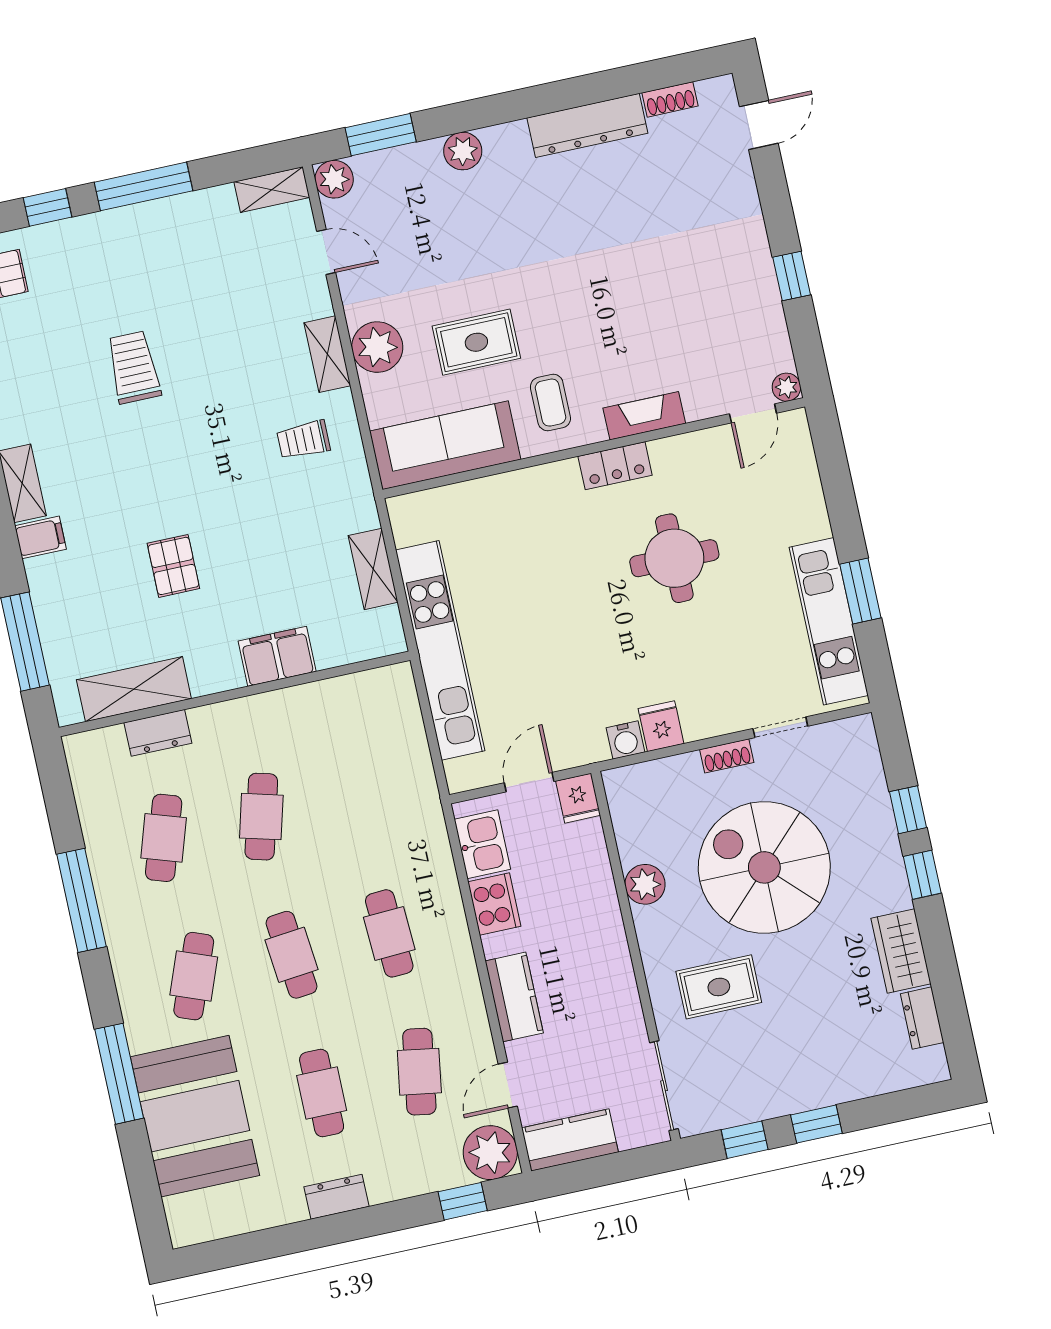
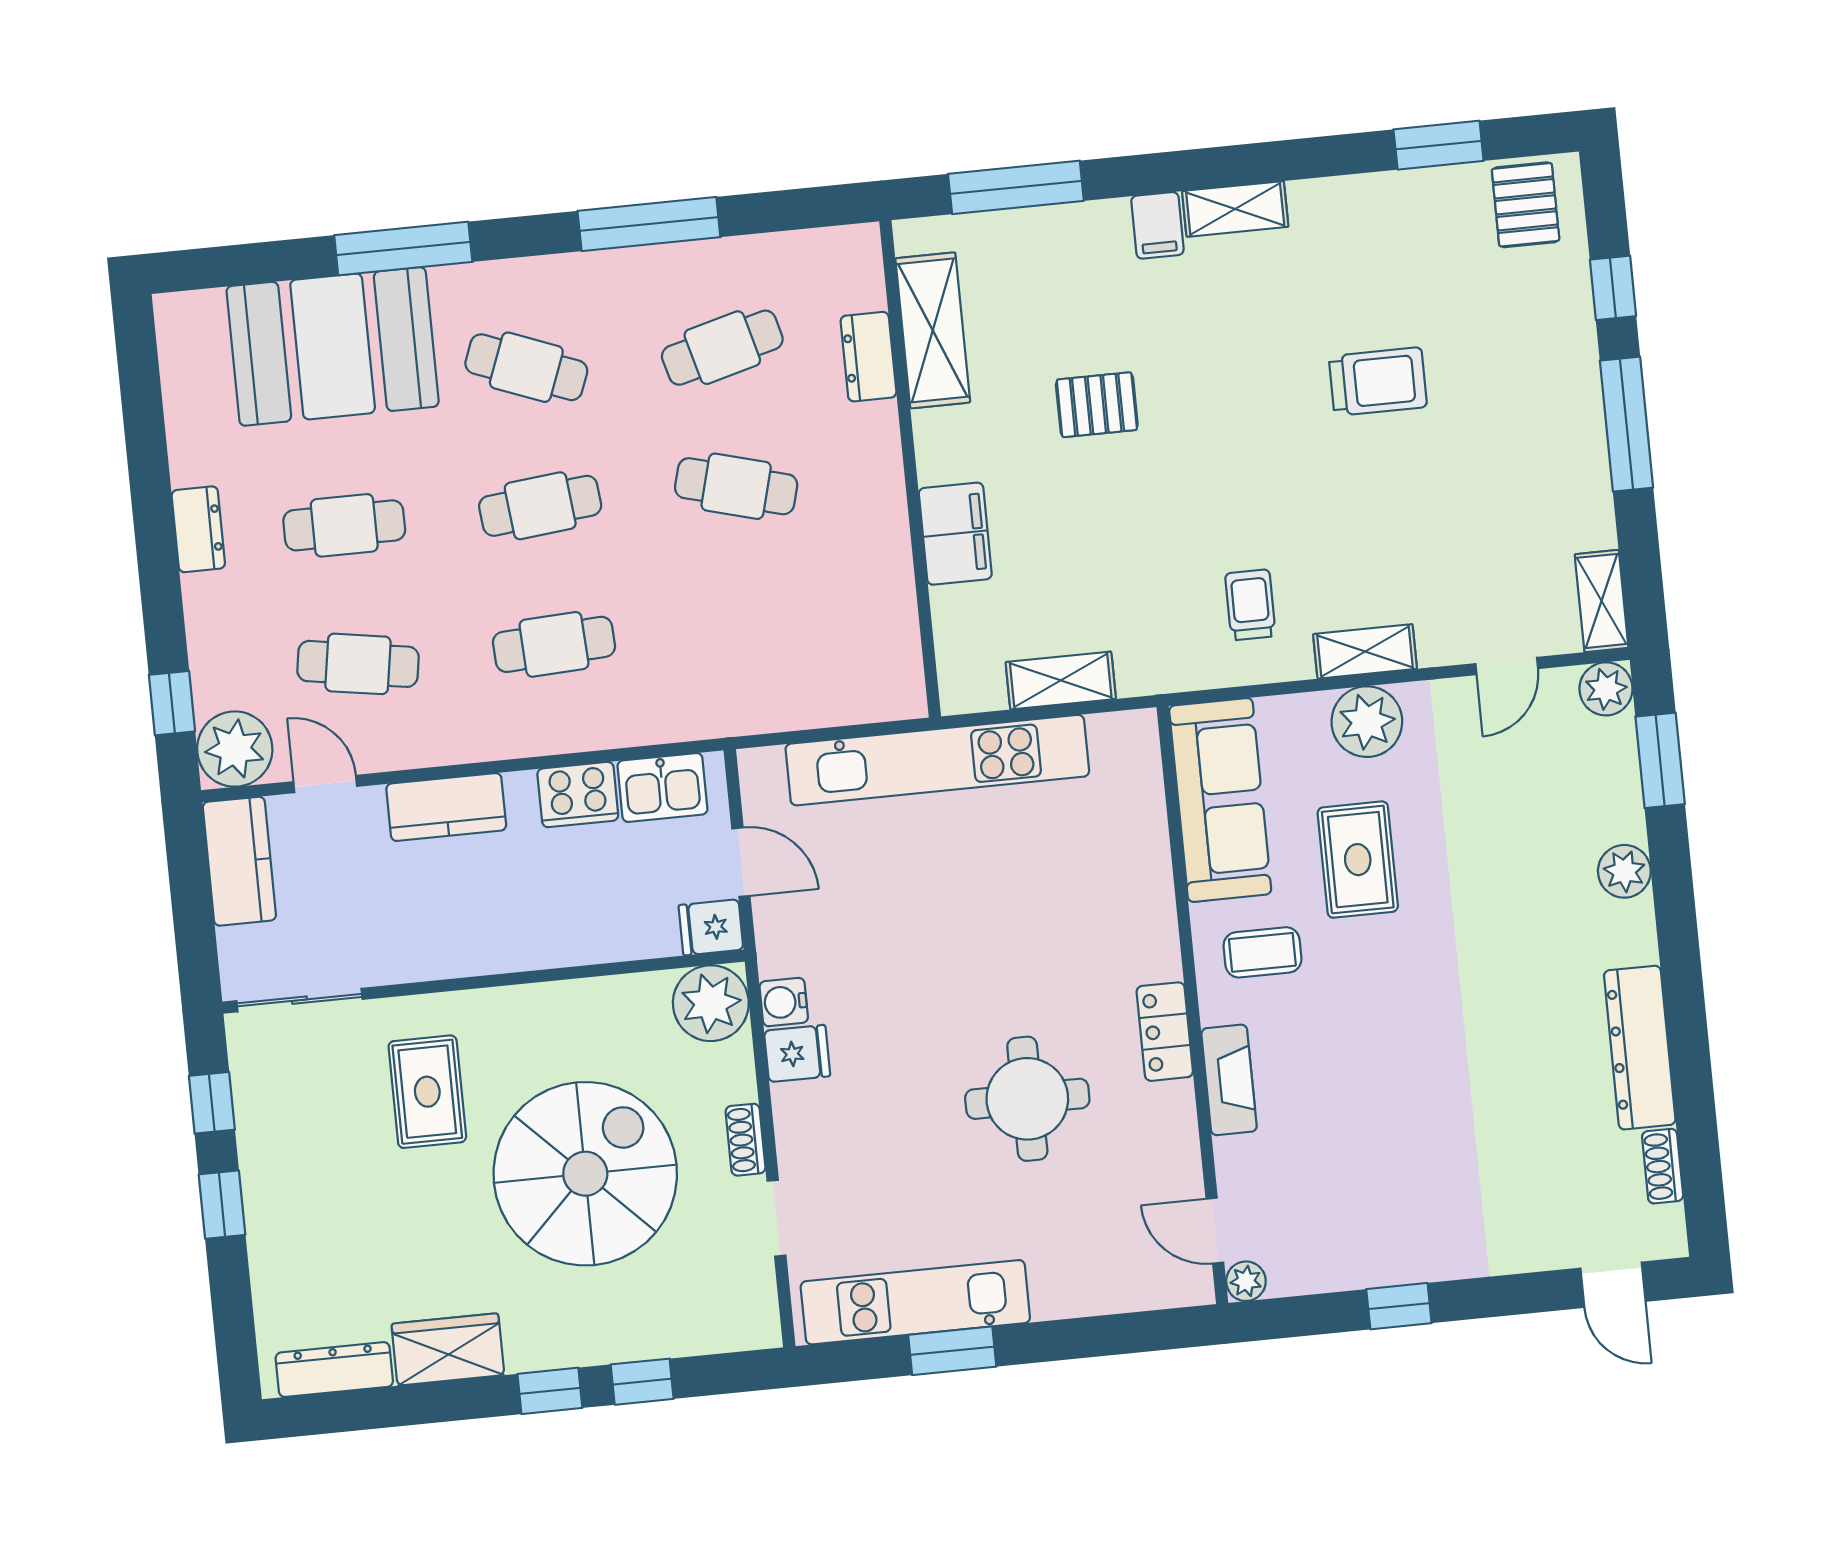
cafe table: (164, 838) -> (722, 348), turned -33
plant: (645, 884) -> (711, 1003), moved, width x1.36, depth x1.36
dresser: (922, 1018) -> (334, 1370), width x1.44

